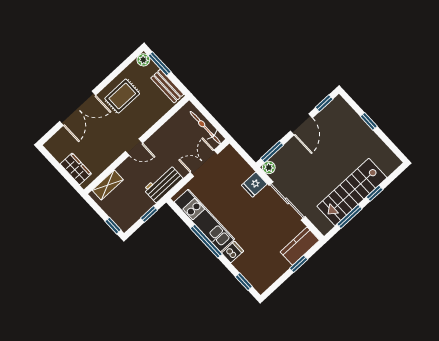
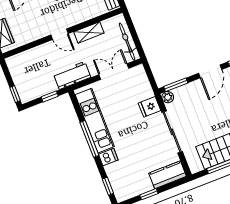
shelving: (108, 185) -> (89, 32), moved
window: (299, 264) -> (149, 194), moved

